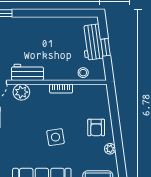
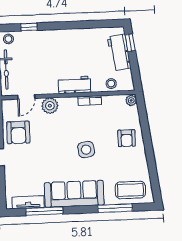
window: (106, 47) -> (130, 43), moved
workbench: (27, 72) -> (74, 85), moved
plant: (110, 149) -> (131, 100), moved

